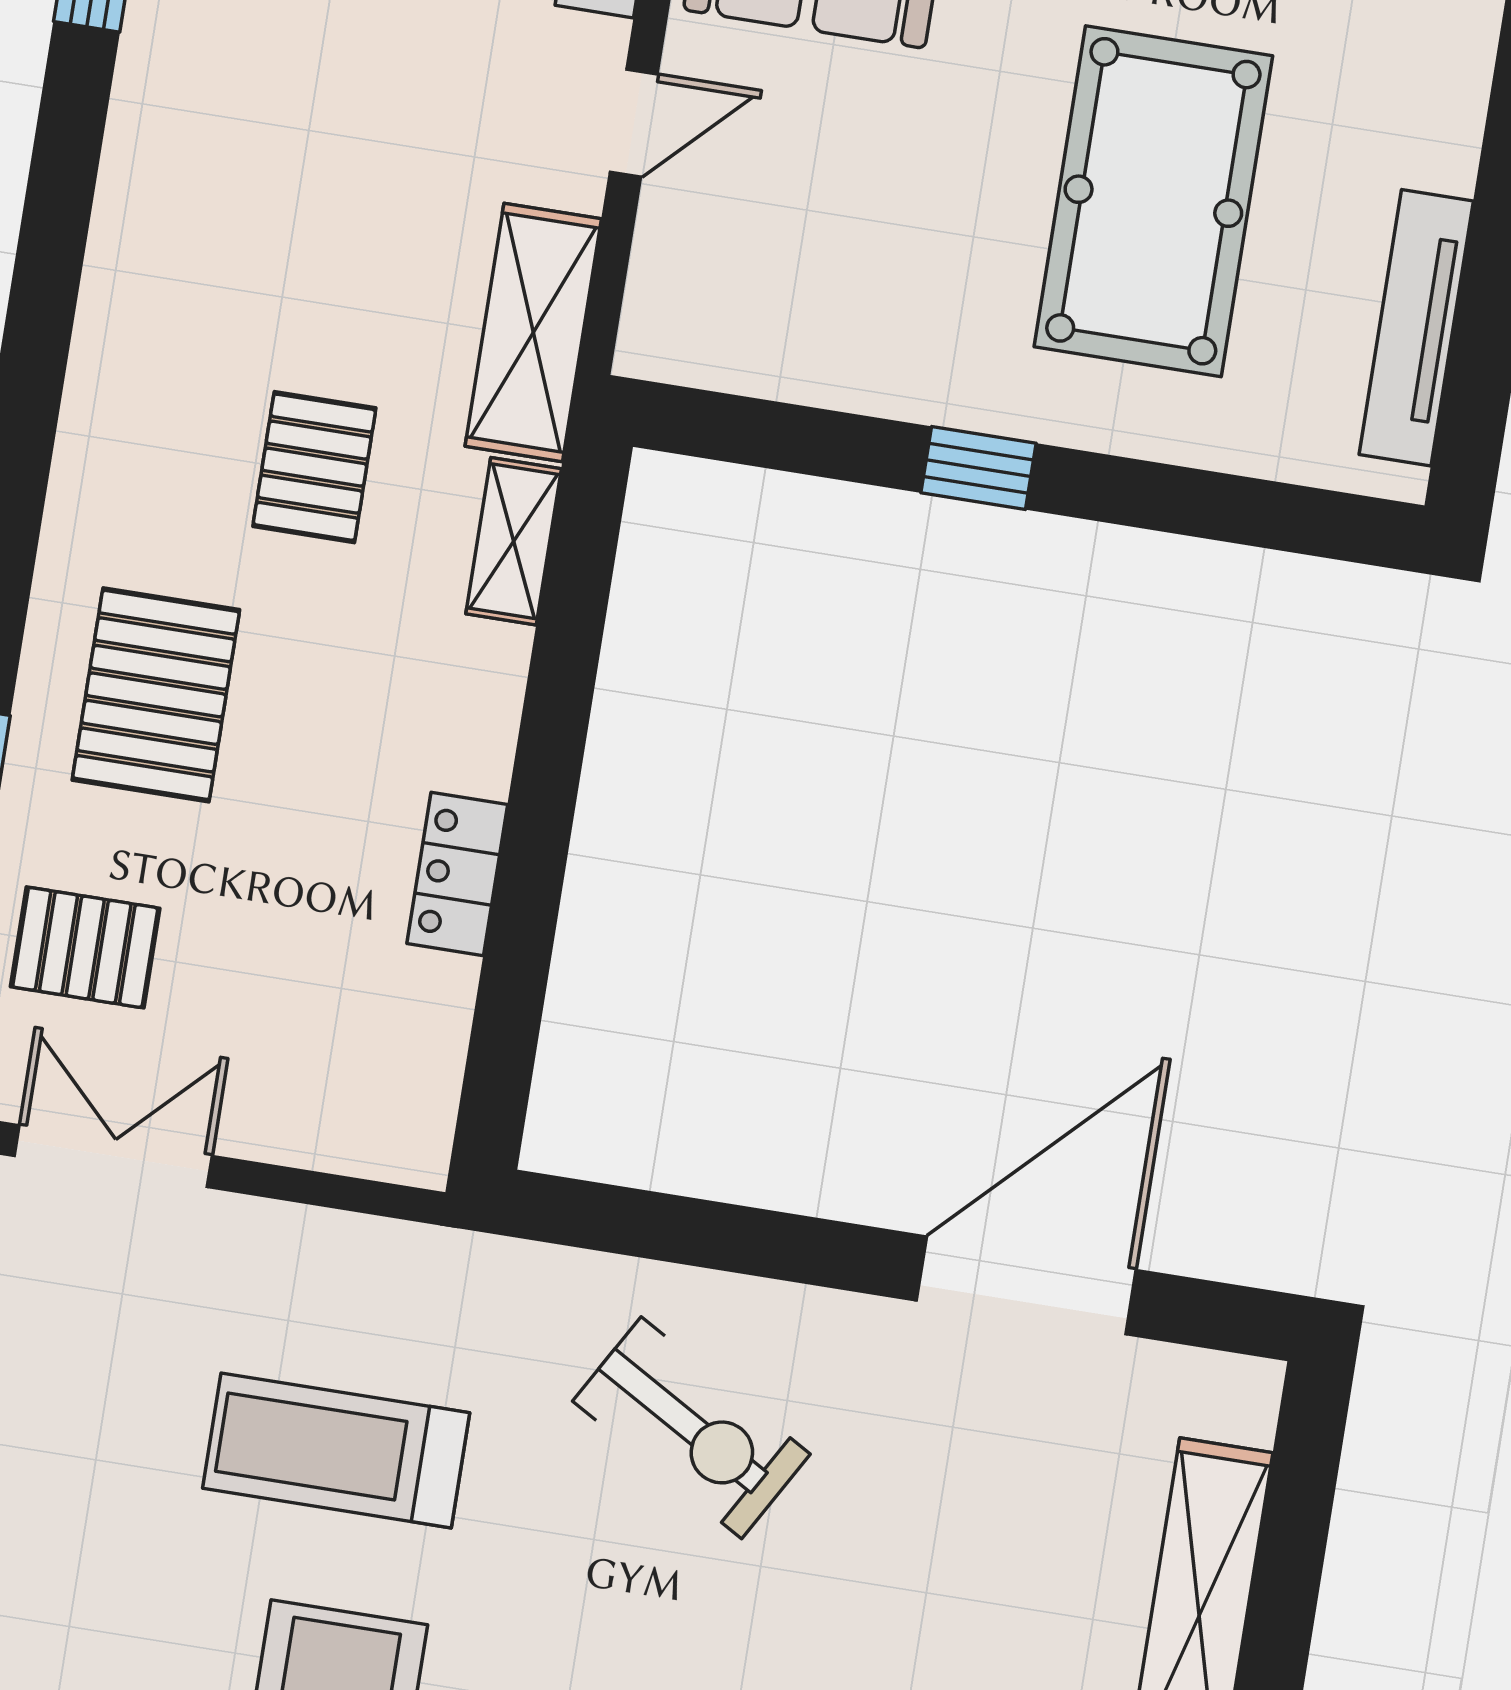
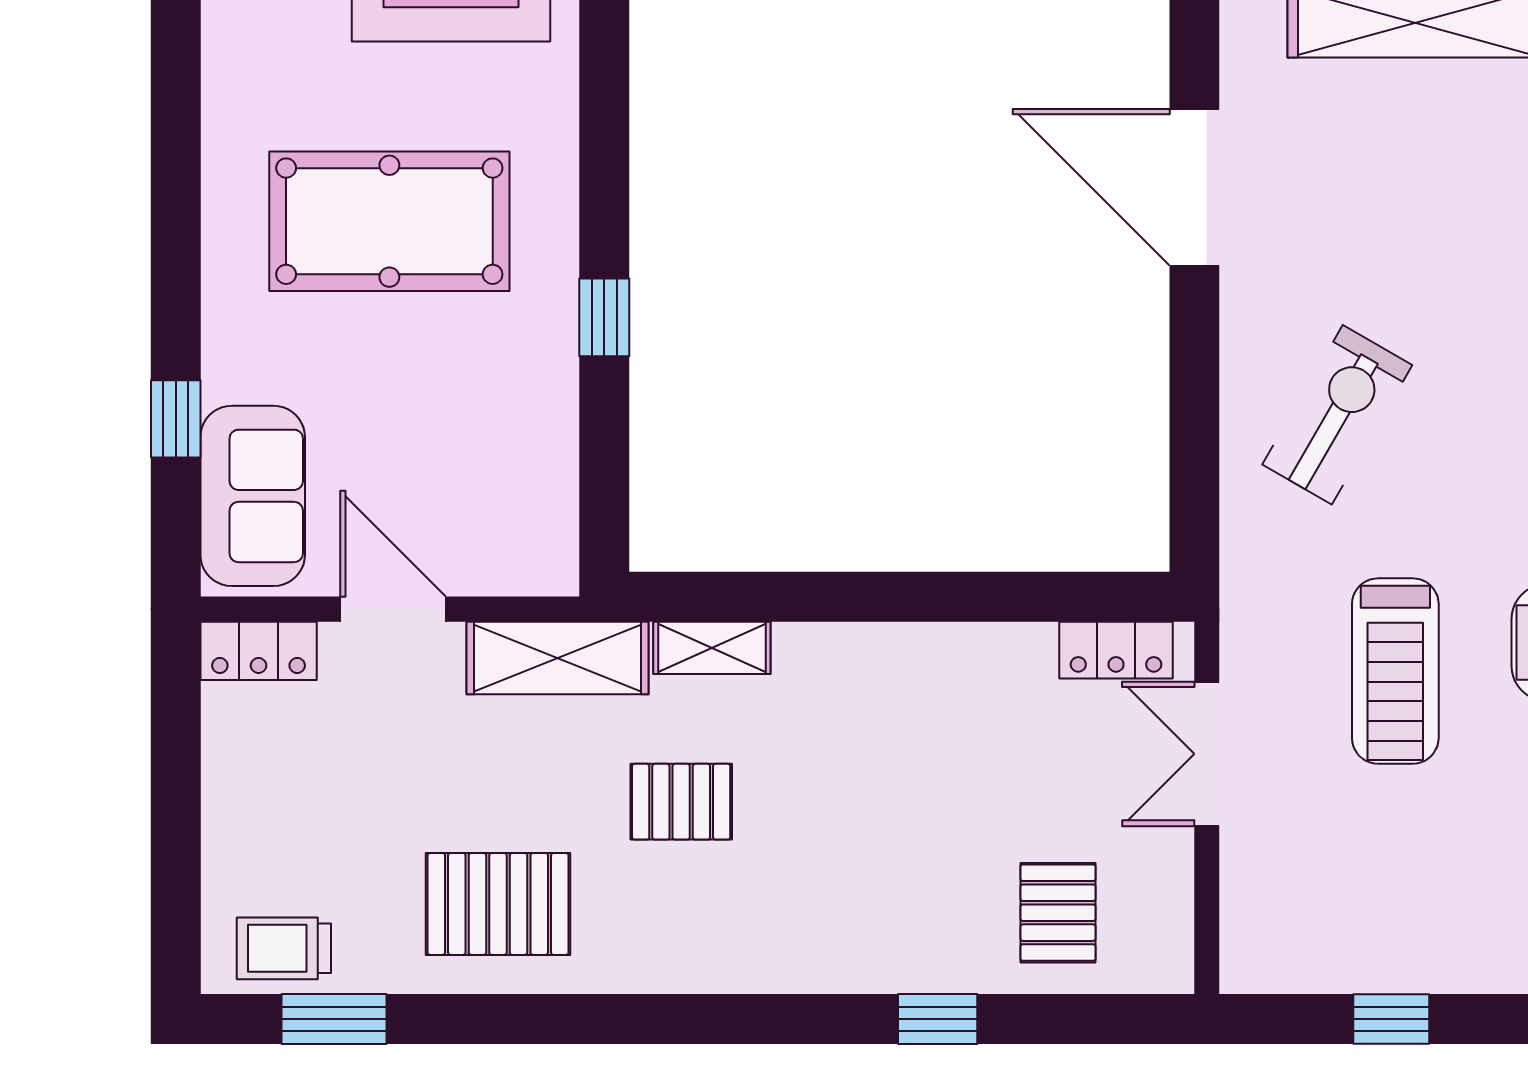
door: (634, 123) -> (393, 609), width x1.38
pallet: (156, 695) -> (498, 904), moved
locker: (457, 874) -> (1116, 650), moved
double door: (113, 1156) -> (1207, 754), moved

